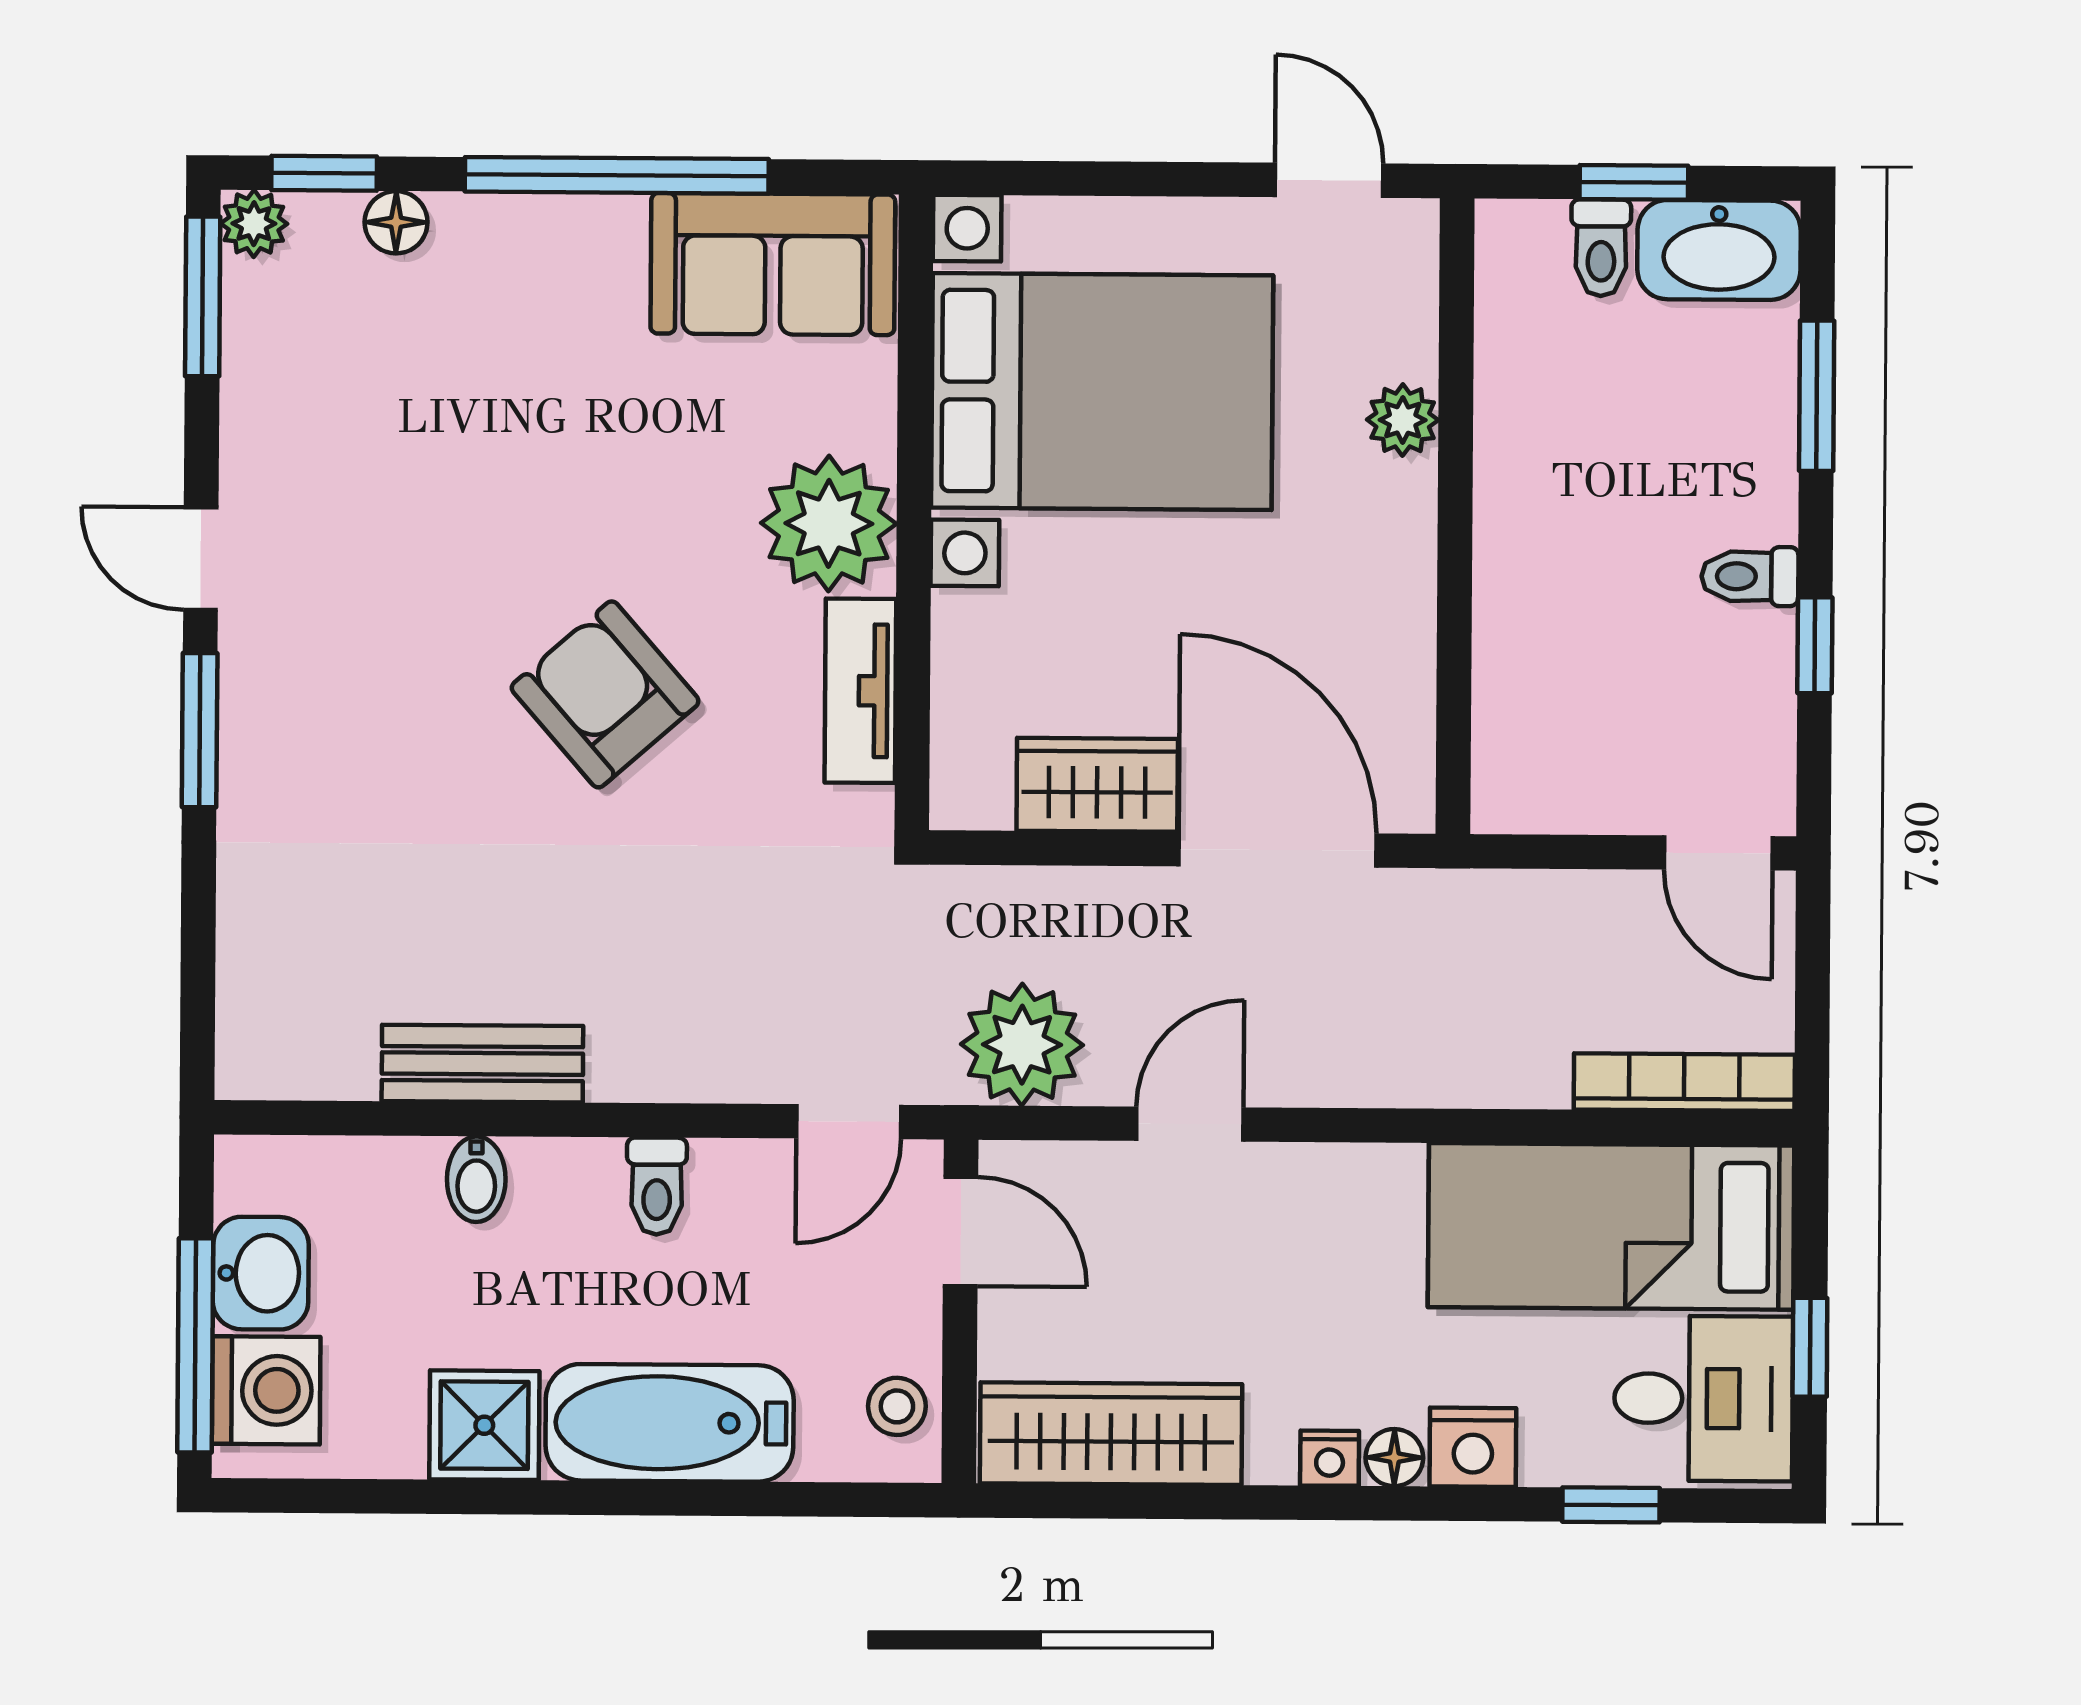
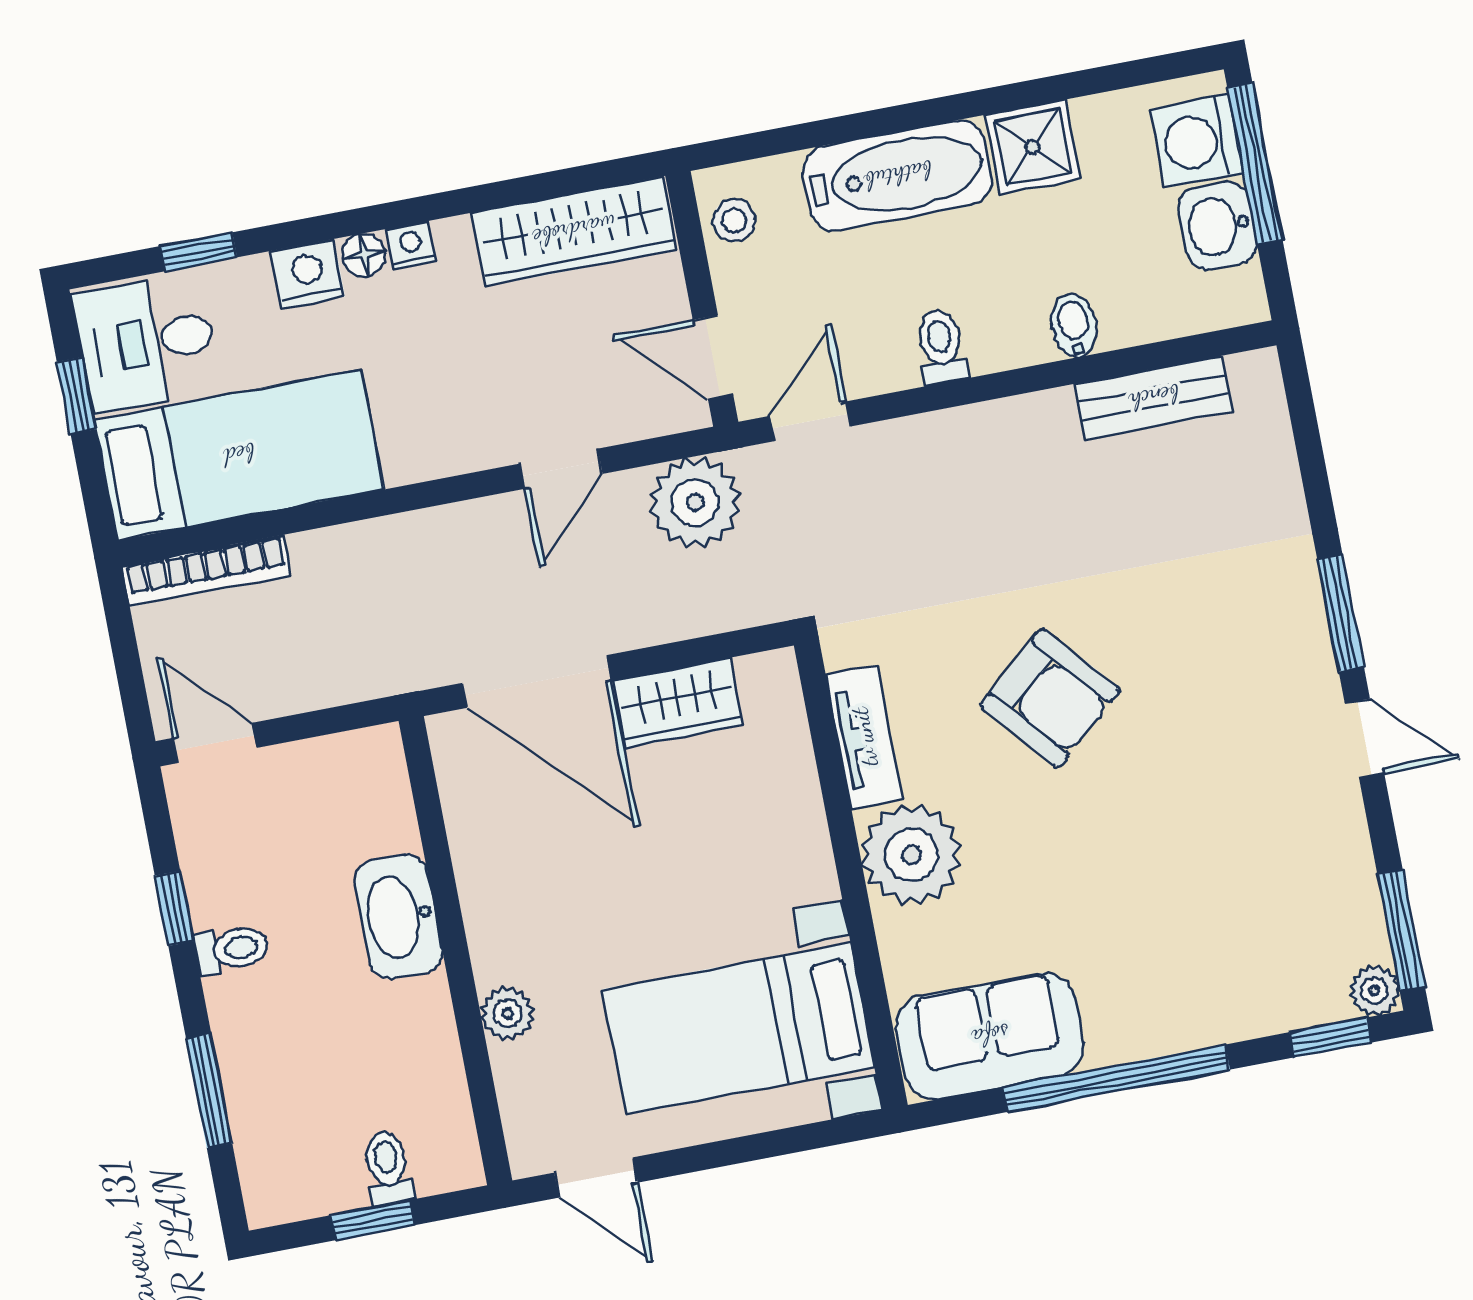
floor lamp: (396, 222) -> (1271, 1012), removed
washbasin: (1719, 250) -> (398, 916), moved, turned -90
bed with nightstands: (1102, 391) -> (738, 1029), width x0.73
bench: (482, 1064) -> (1154, 398), moved

